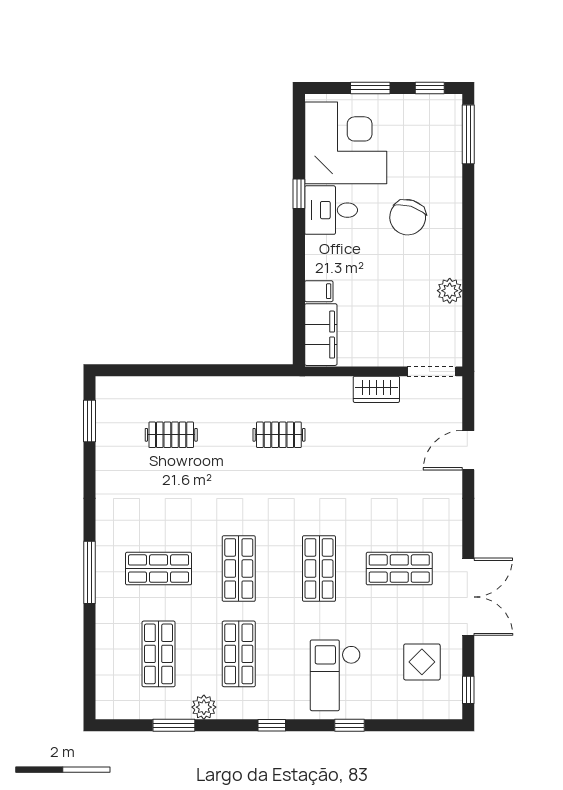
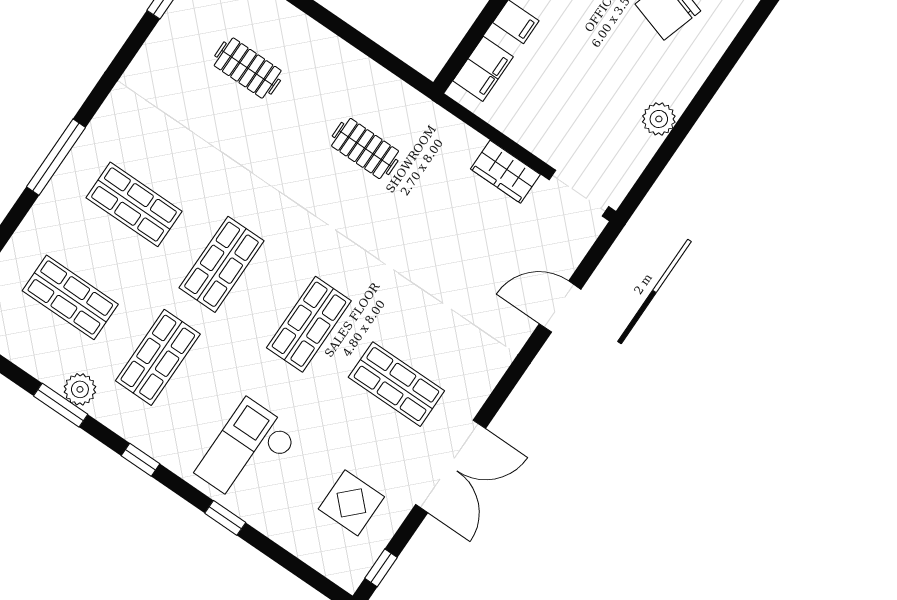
filing cabinet: (321, 335) -> (483, 69), width x0.67, depth x0.86
shop shelf: (159, 654) -> (70, 297), turned 90
window: (174, 725) -> (61, 405), moved

